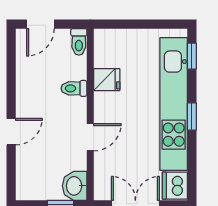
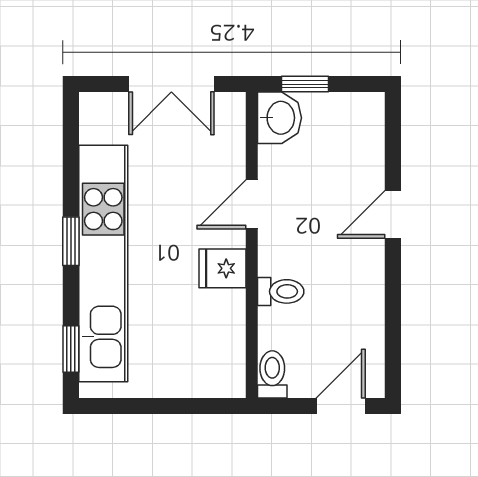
fridge: (107, 80) -> (222, 268), moved
dishwasher: (175, 186) -> (101, 118), removed

